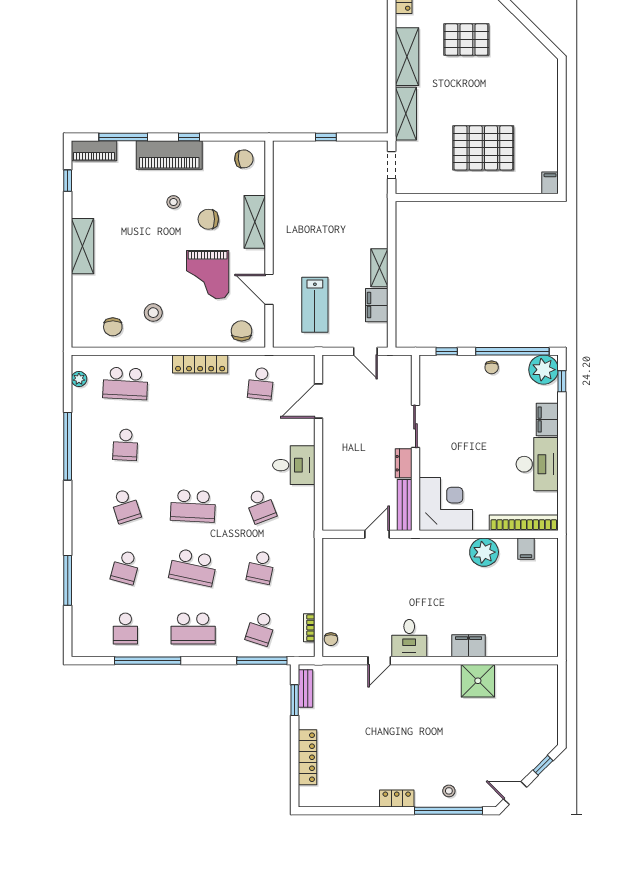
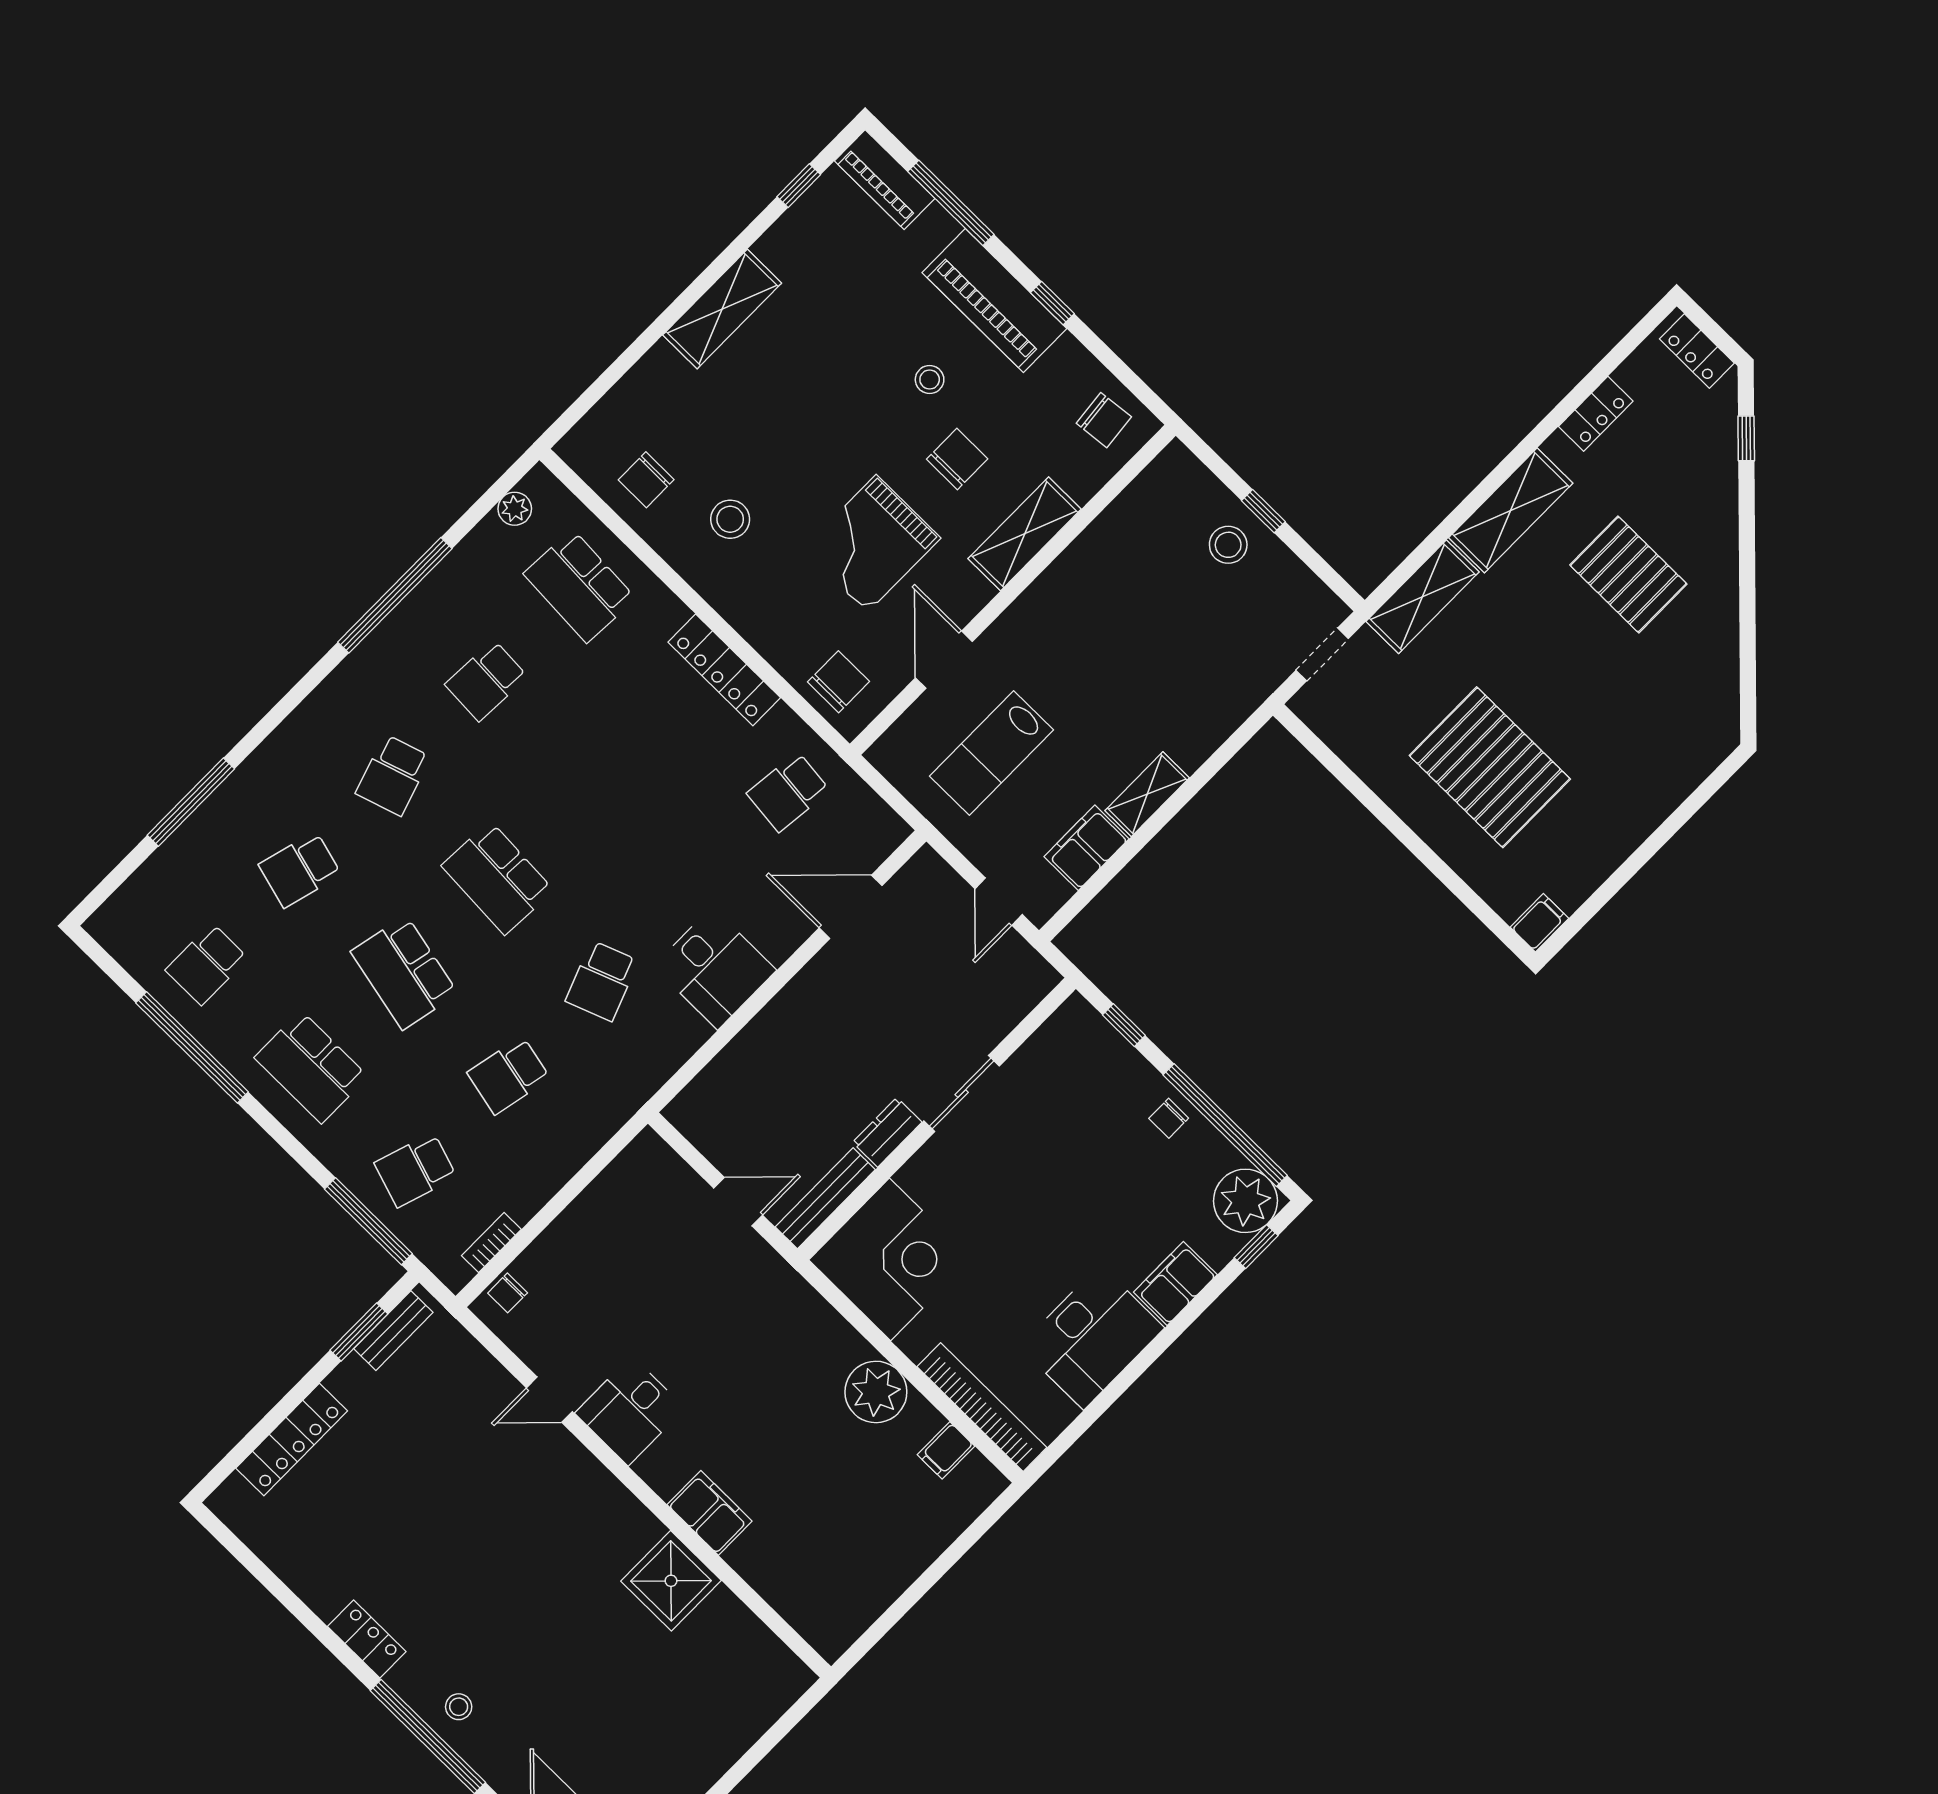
stool: (325, 160) -> (1228, 545), added
chair: (208, 219) -> (957, 459), turned 90

